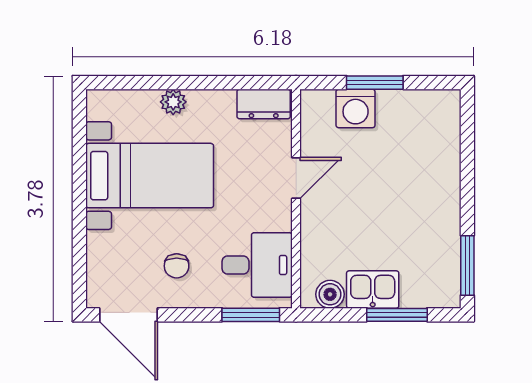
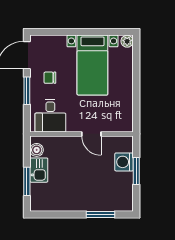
plant: (173, 102) -> (127, 41), moved
dresser: (264, 104) -> (126, 119), removed
window: (467, 265) -> (100, 215), moved
window: (251, 315) -> (27, 91), moved

